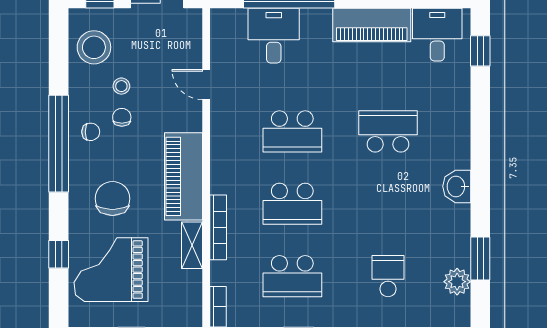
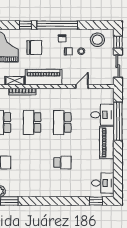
piano: (372, 25) -> (107, 142), moved
school desk: (388, 131) -> (62, 162), width x0.54
washbasin: (457, 186) -> (39, 191), removed
window: (59, 254) -> (25, 25), moved

